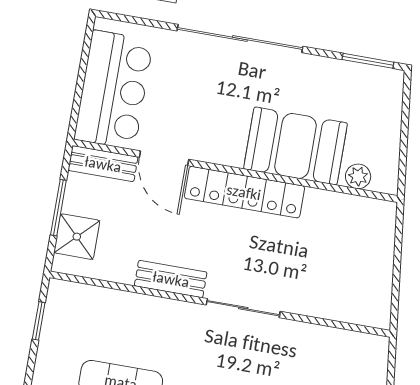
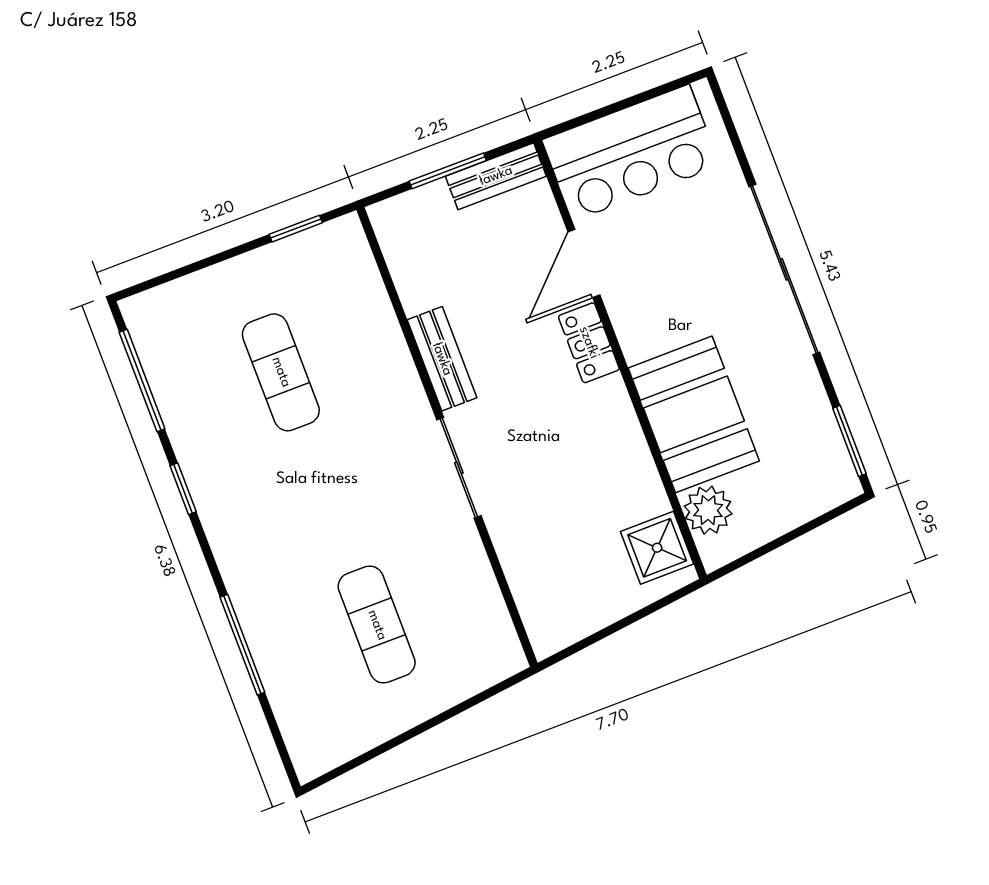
bench: (103, 164) -> (496, 176), moved, turned 90
plant: (358, 176) -> (708, 510), width x1.38, depth x1.38
locker: (244, 192) -> (589, 343), width x0.46, depth x0.83
shower: (77, 237) -> (657, 548), moved

